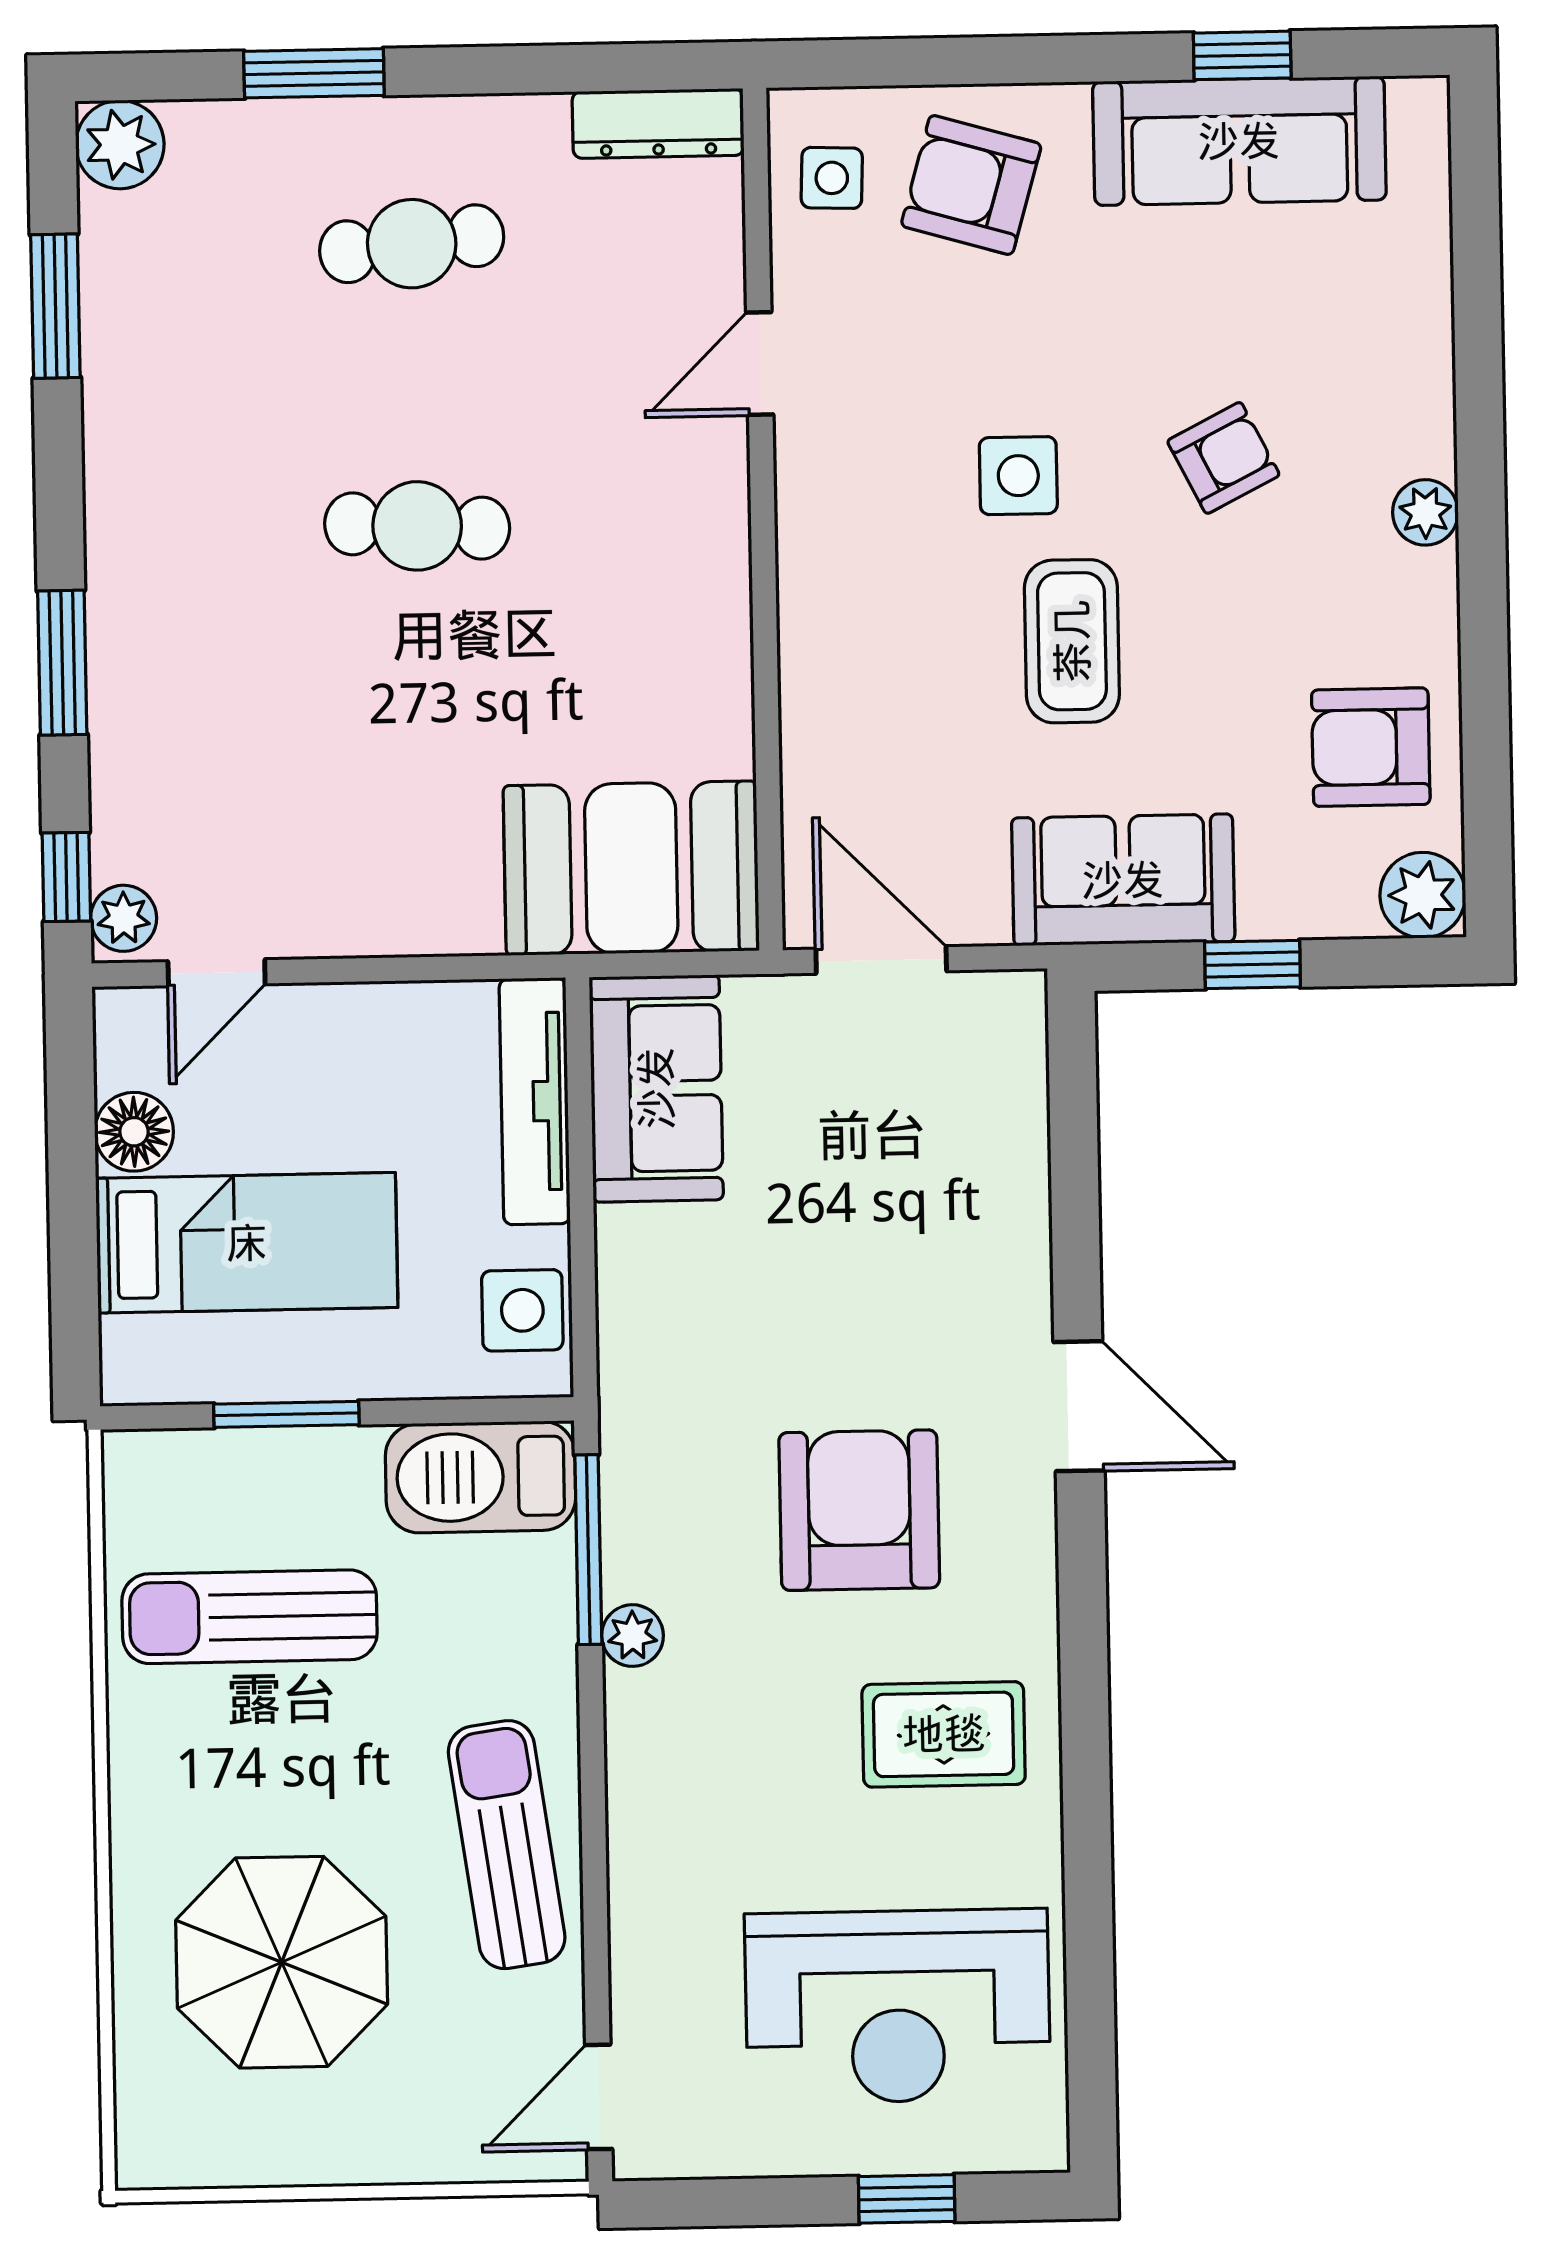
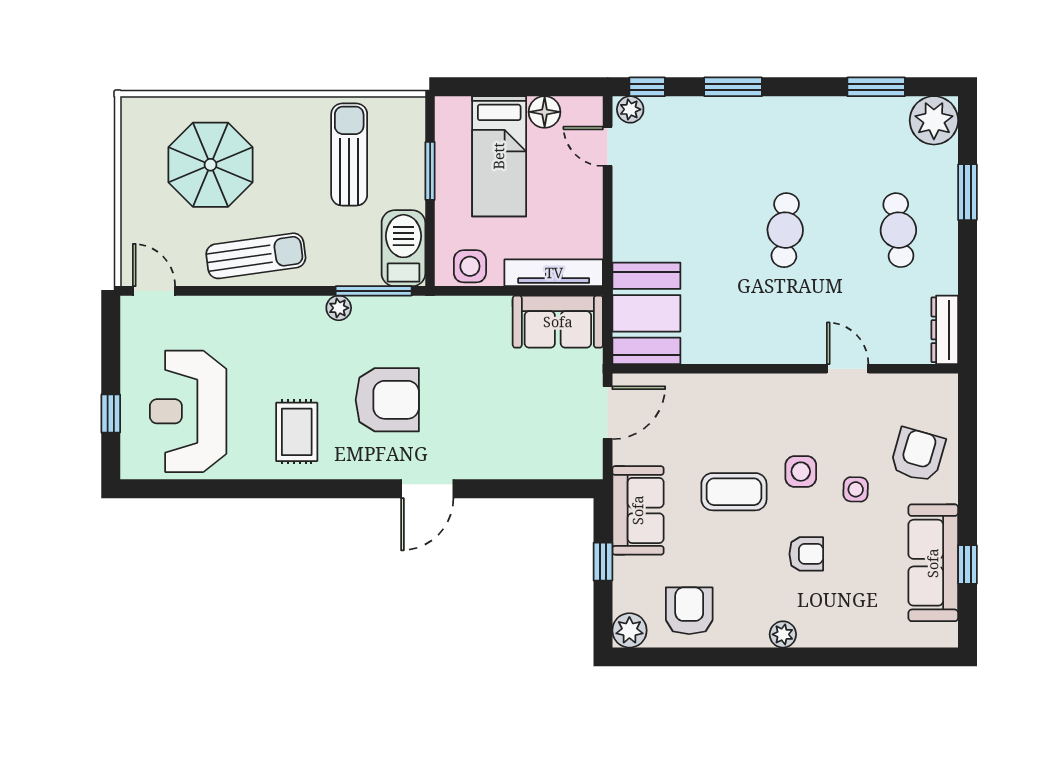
plant: (120, 145) -> (934, 120), width x1.36, depth x1.36
side table: (832, 178) -> (856, 489), moved
armchair: (1223, 458) -> (806, 554), turned -63

